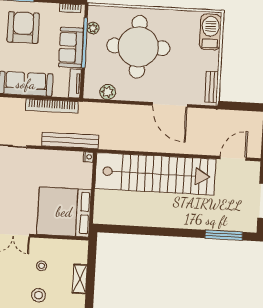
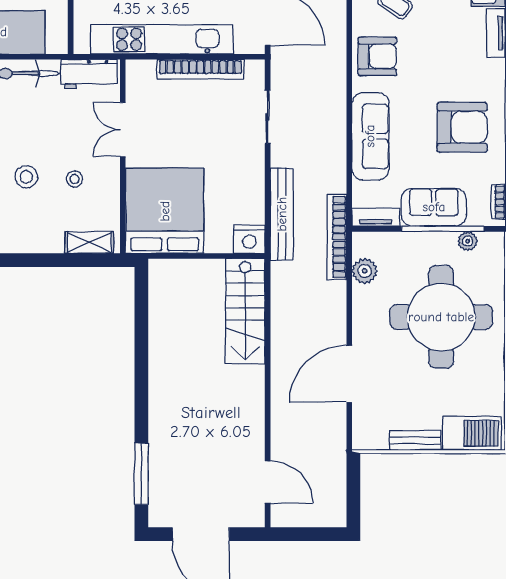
bench: (212, 87) -> (415, 441), moved
bookcase: (52, 106) -> (337, 237), moved
nightstand: (88, 157) -> (249, 239), width x1.89, depth x1.79
stairs: (155, 174) -> (245, 311), width x0.54, depth x0.66
shelving: (80, 279) -> (89, 242), moved

